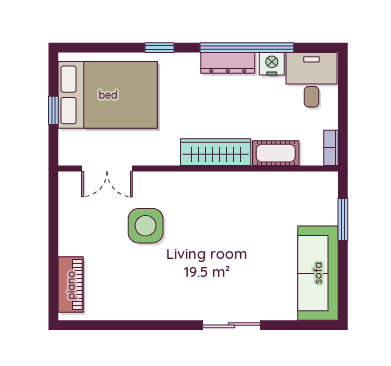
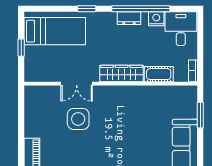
dresser: (228, 63) -> (129, 18), width x0.70
bed: (108, 95) -> (55, 31), width x0.67
double door: (107, 169) -> (77, 84), moved

